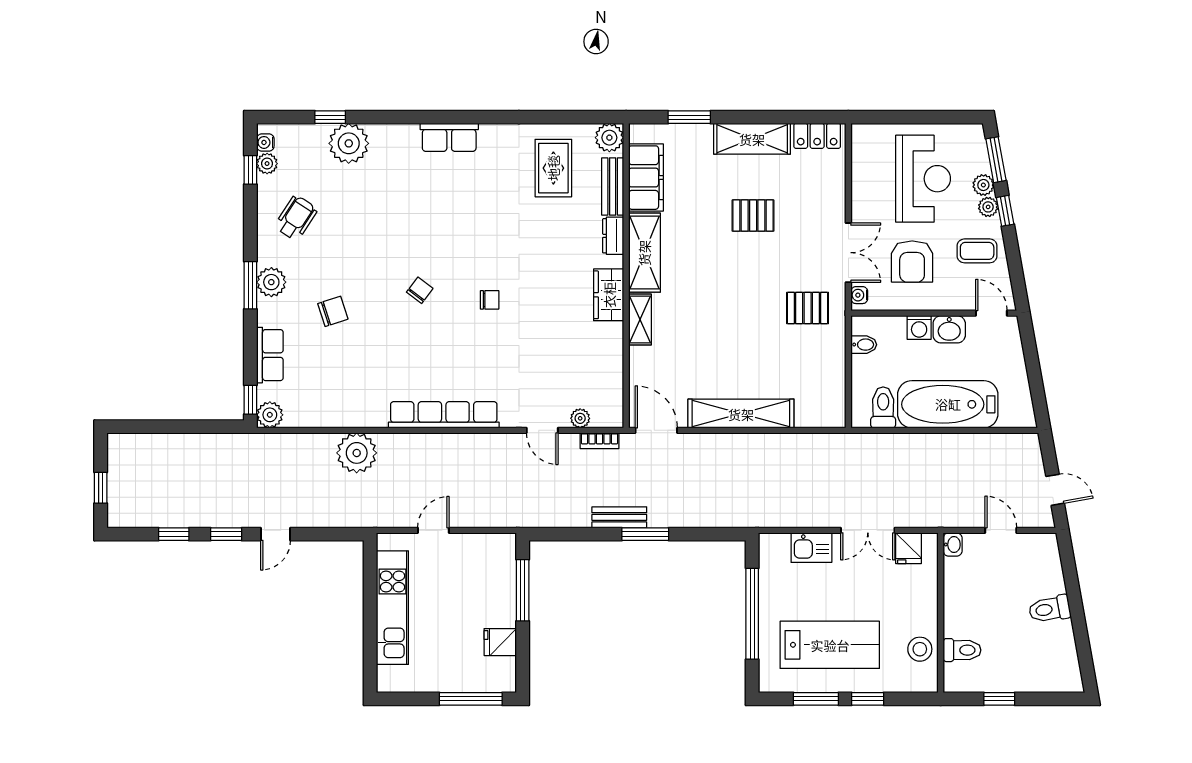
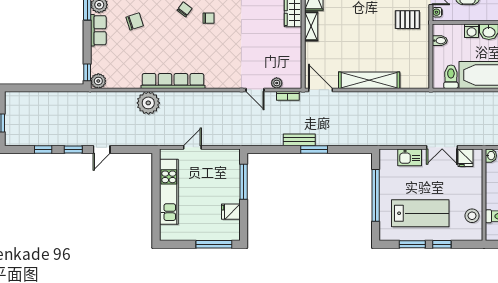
chair: (490, 300) -> (208, 18), moved
row of seats: (270, 355) -> (98, 30), moved
row of seats: (444, 415) -> (173, 81), moved

